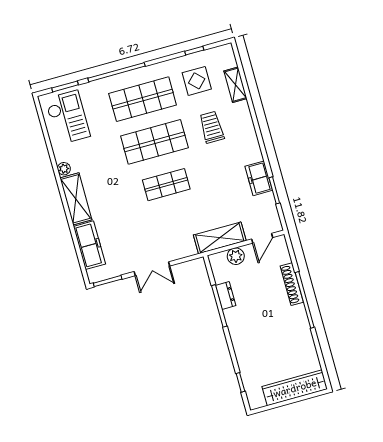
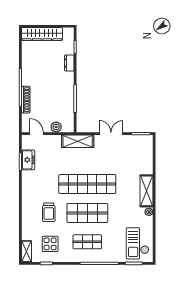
shelving: (235, 85) -> (26, 251), moved
shop shelf: (143, 99) -> (87, 242), width x0.70, depth x0.74
freezer: (259, 178) -> (28, 160), moved
shop shelf: (166, 185) -> (87, 184), width x2.00, depth x1.36
shelving: (220, 238) -> (78, 141), moved
door: (262, 238) -> (36, 134), hinge flipped
freezer: (89, 245) -> (146, 159), removed
dresser: (226, 295) -> (69, 63), moved

